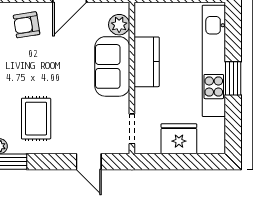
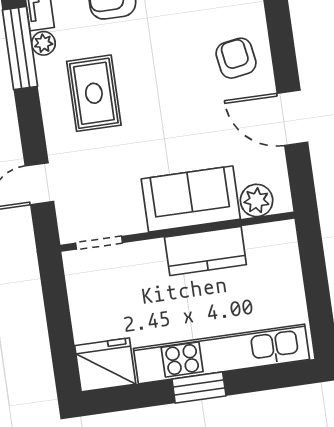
rug: (36, 119) -> (94, 93), turned 90
fridge: (179, 139) -> (105, 365), moved, turned -90

